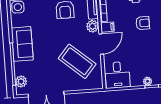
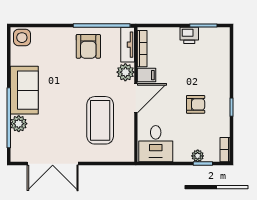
armchair: (143, 23) -> (196, 104), moved
coffee table: (77, 61) -> (100, 120), turned 49
plant: (21, 82) -> (19, 124), moved

